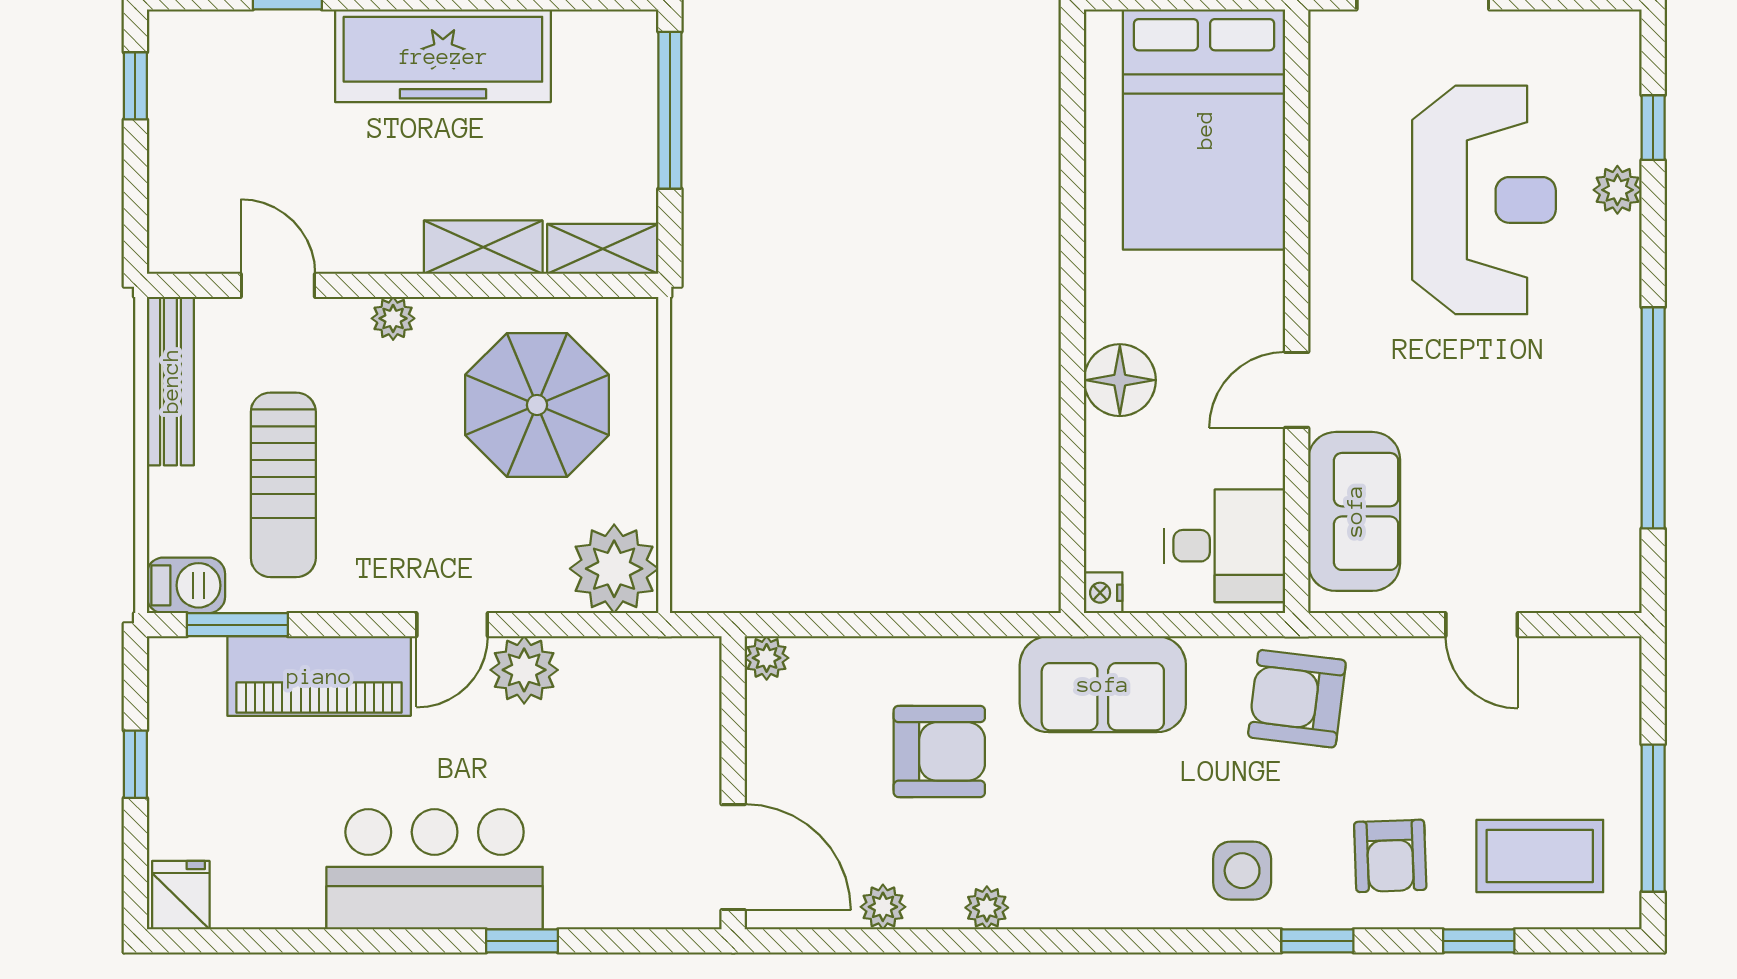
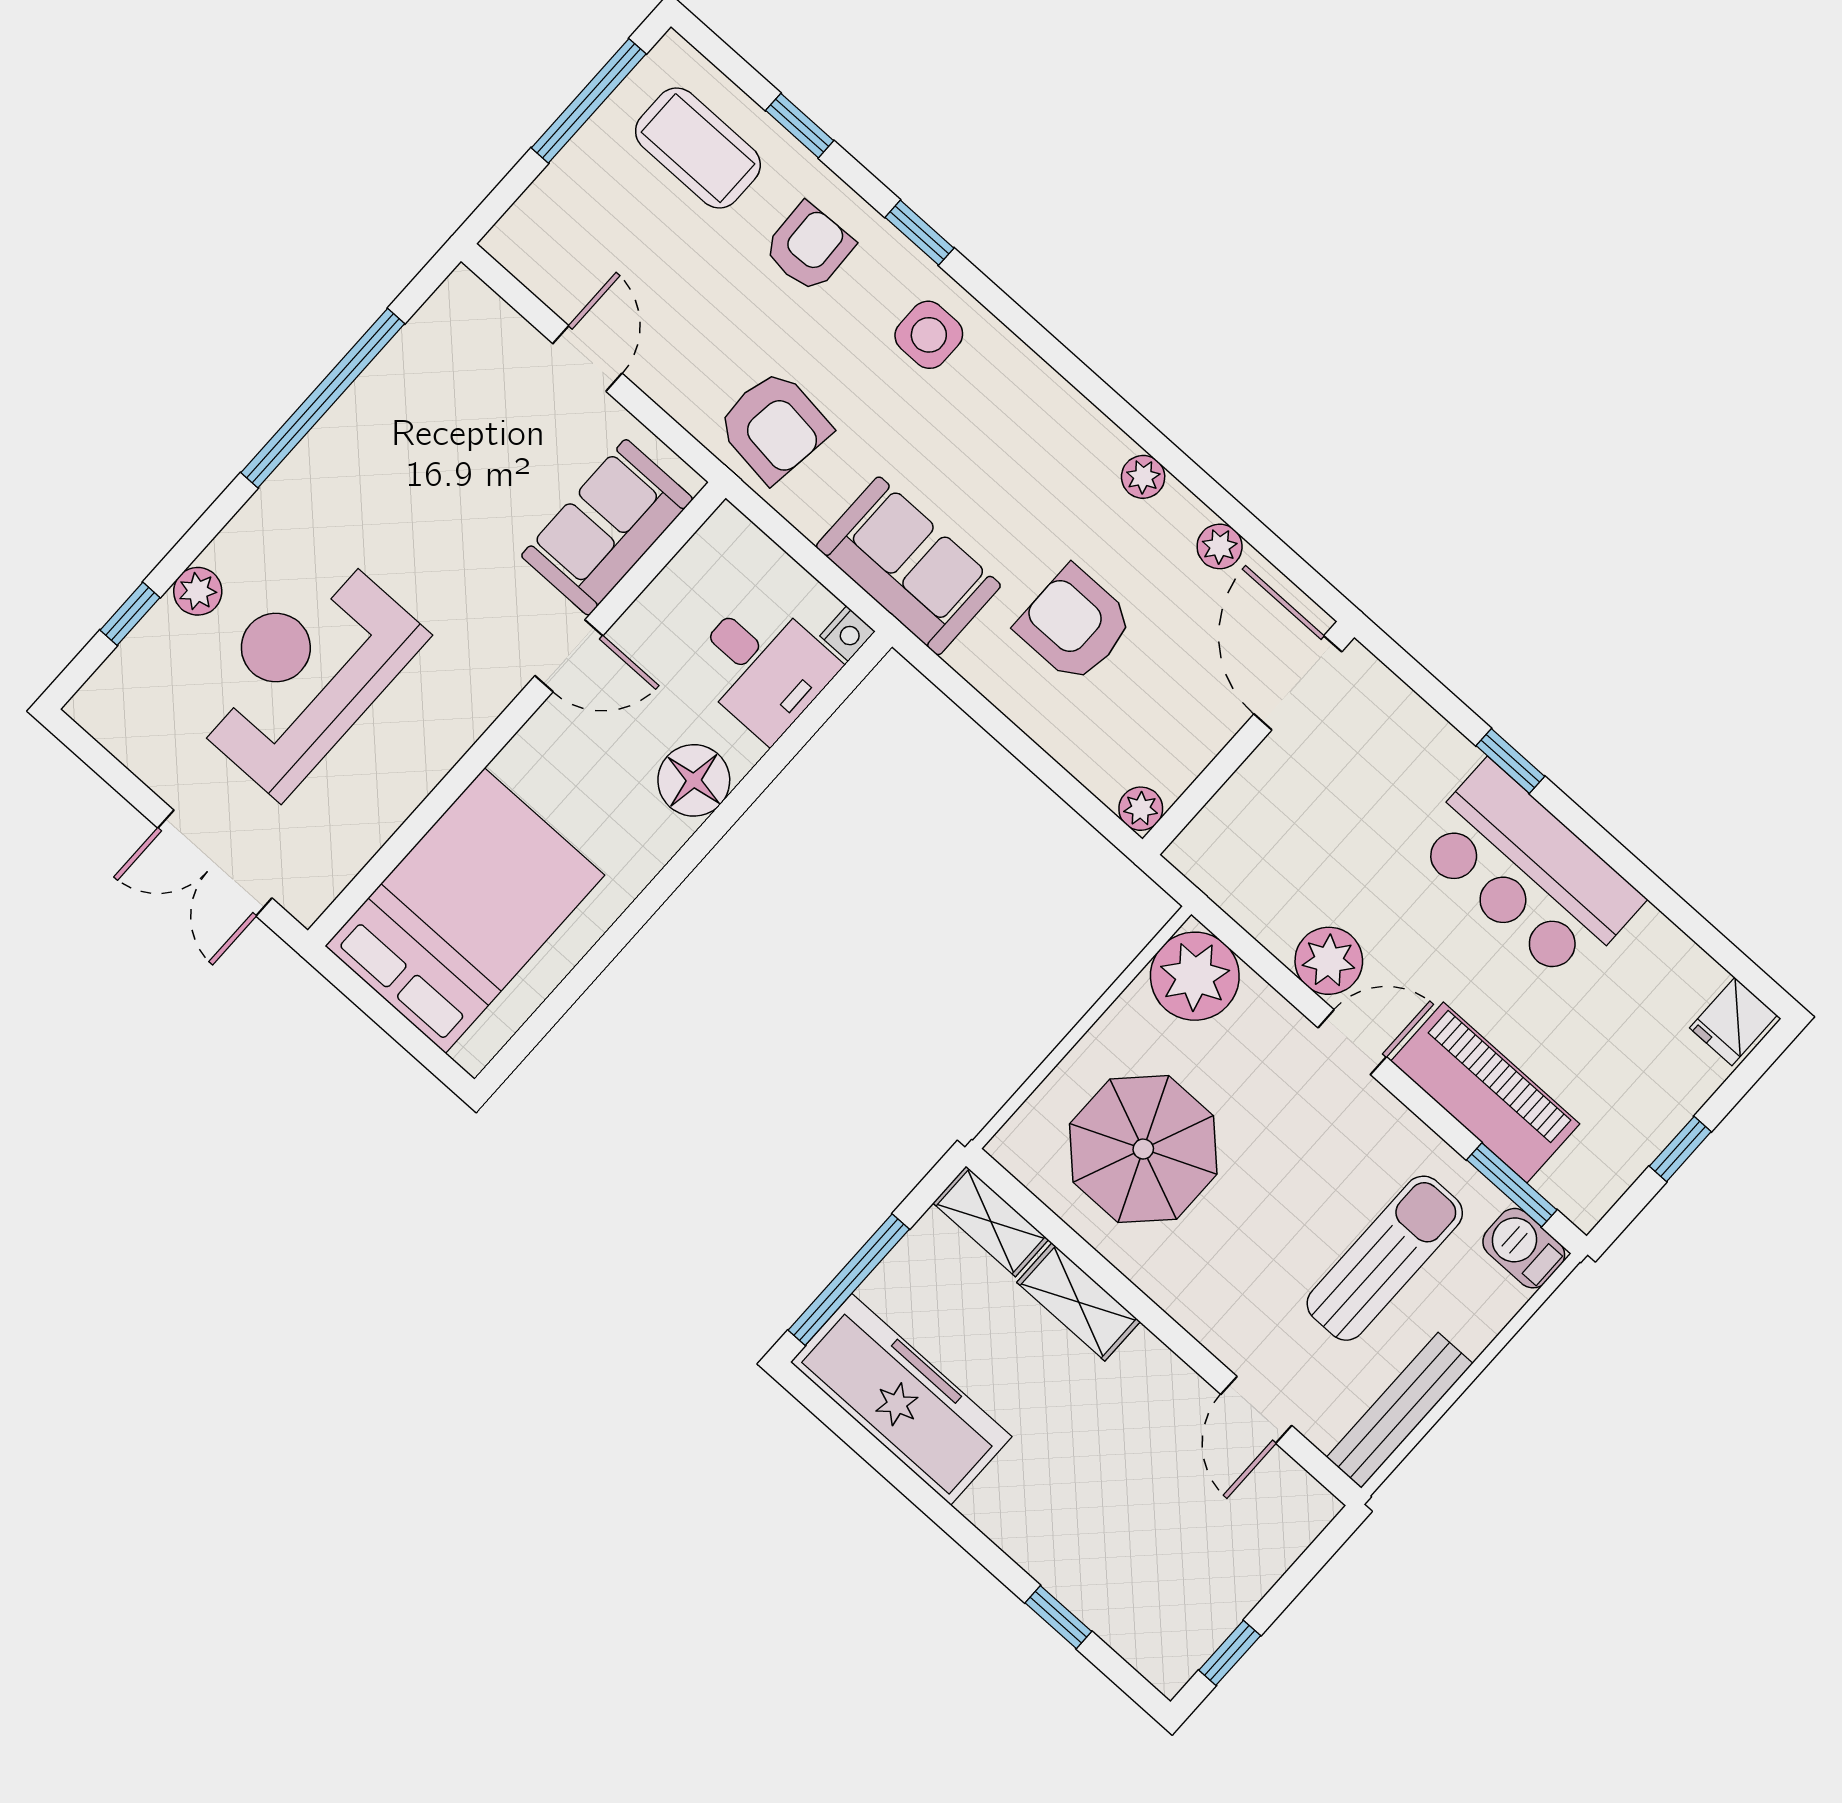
freezer: (443, 56) -> (901, 1399), moved
plant: (393, 318) -> (1193, 1309), removed
desk: (1224, 546) -> (763, 666), moved, turned 180

